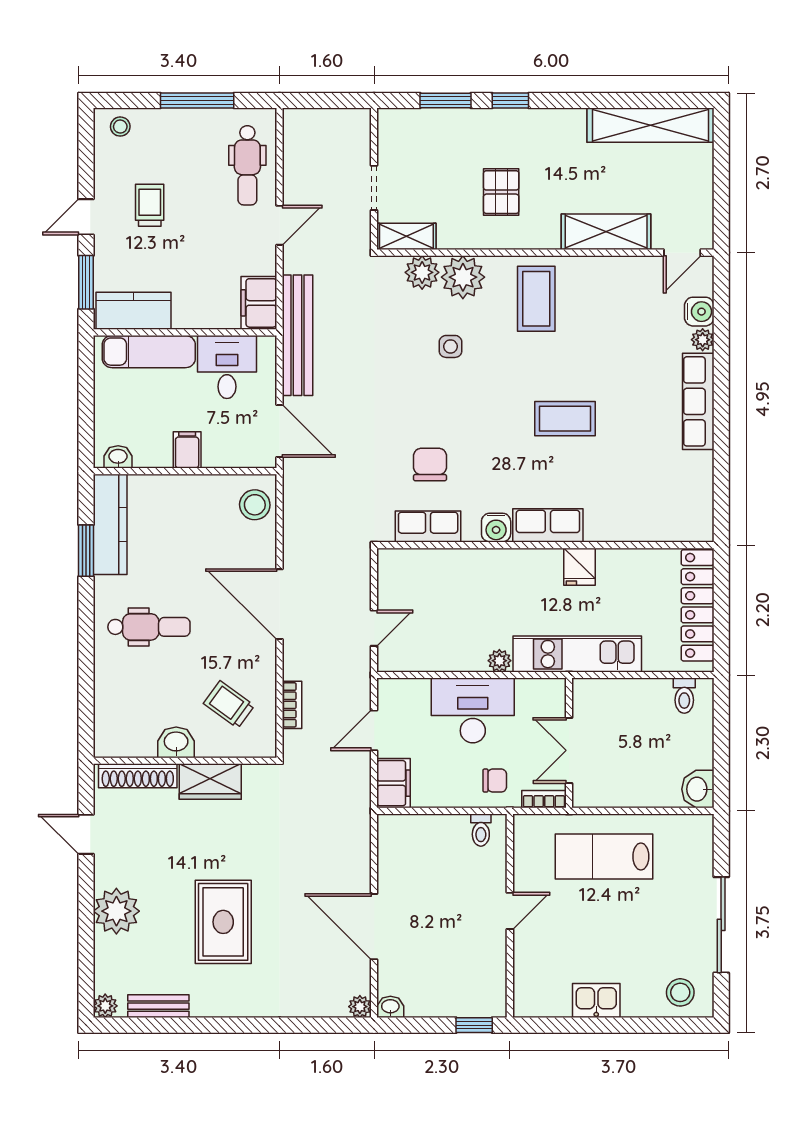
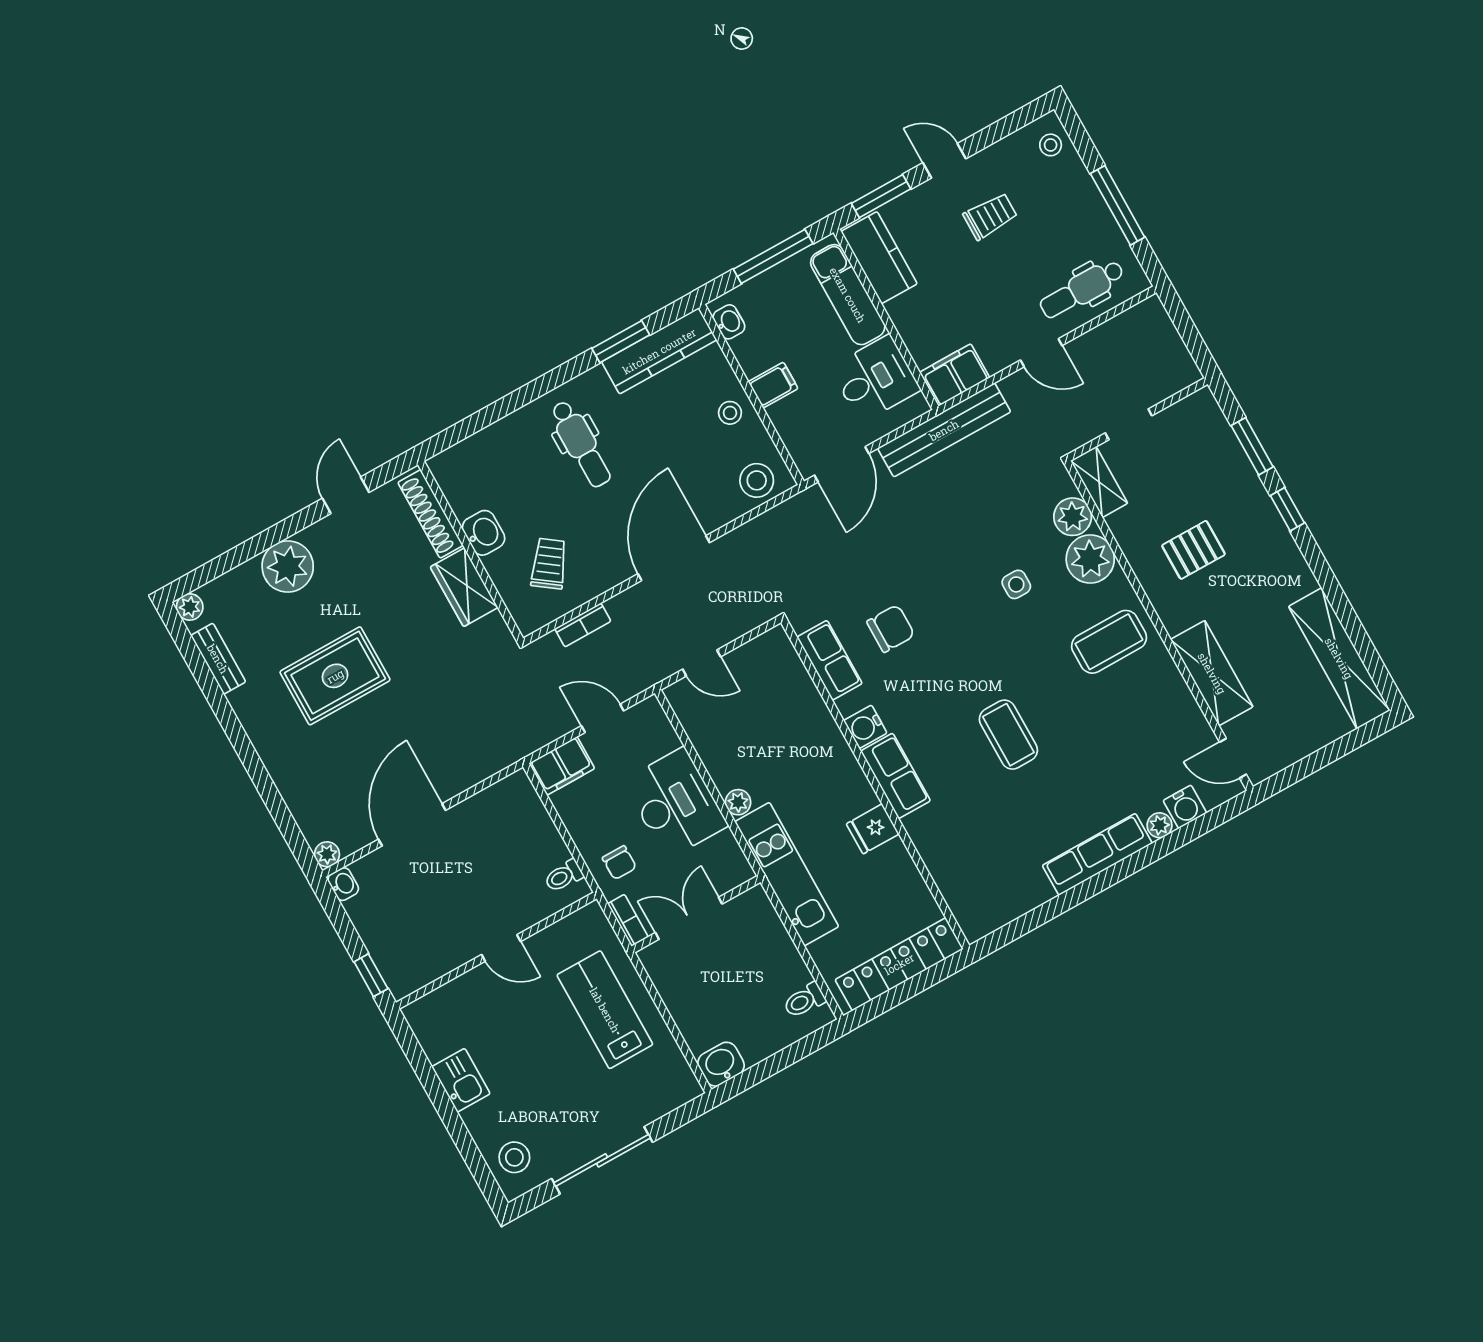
window: (86, 393) -> (773, 256), added
stool: (190, 496) -> (730, 413), added

